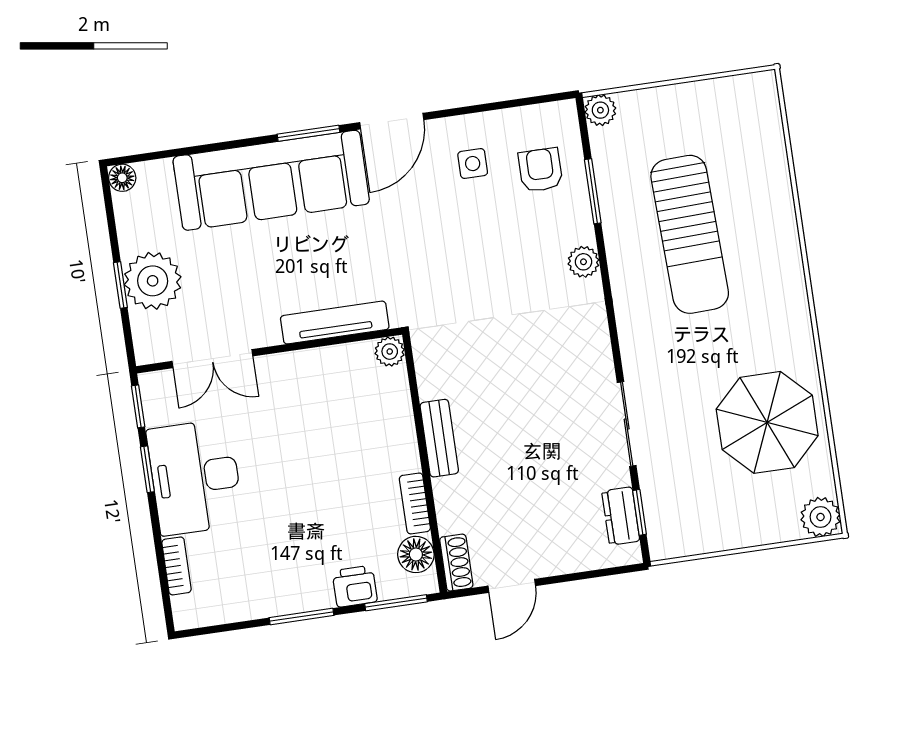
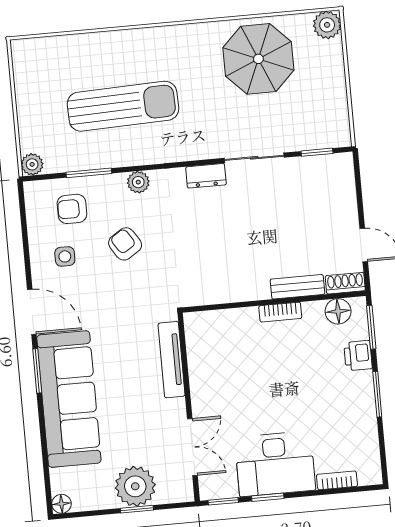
armchair: (495, 248) -> (125, 244), added
plant: (390, 352) -> (194, 322), removed
bench: (439, 438) -> (297, 287), moved
bookcase: (415, 503) -> (280, 312), moved
dresser: (621, 516) -> (206, 176), moved

